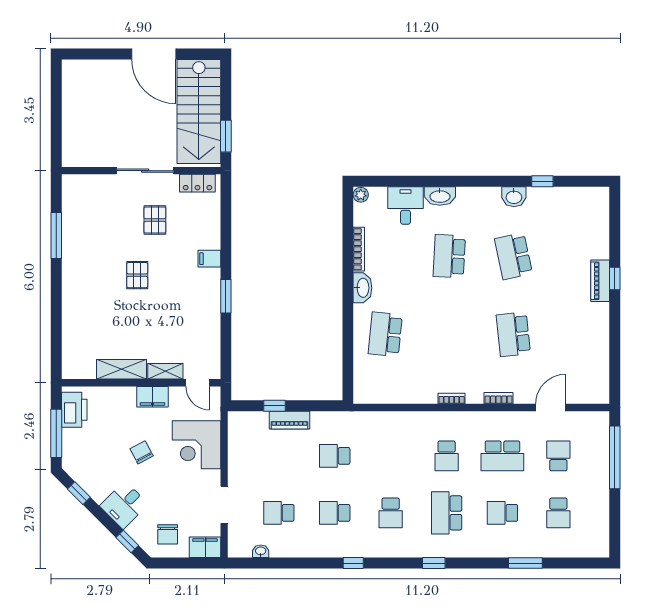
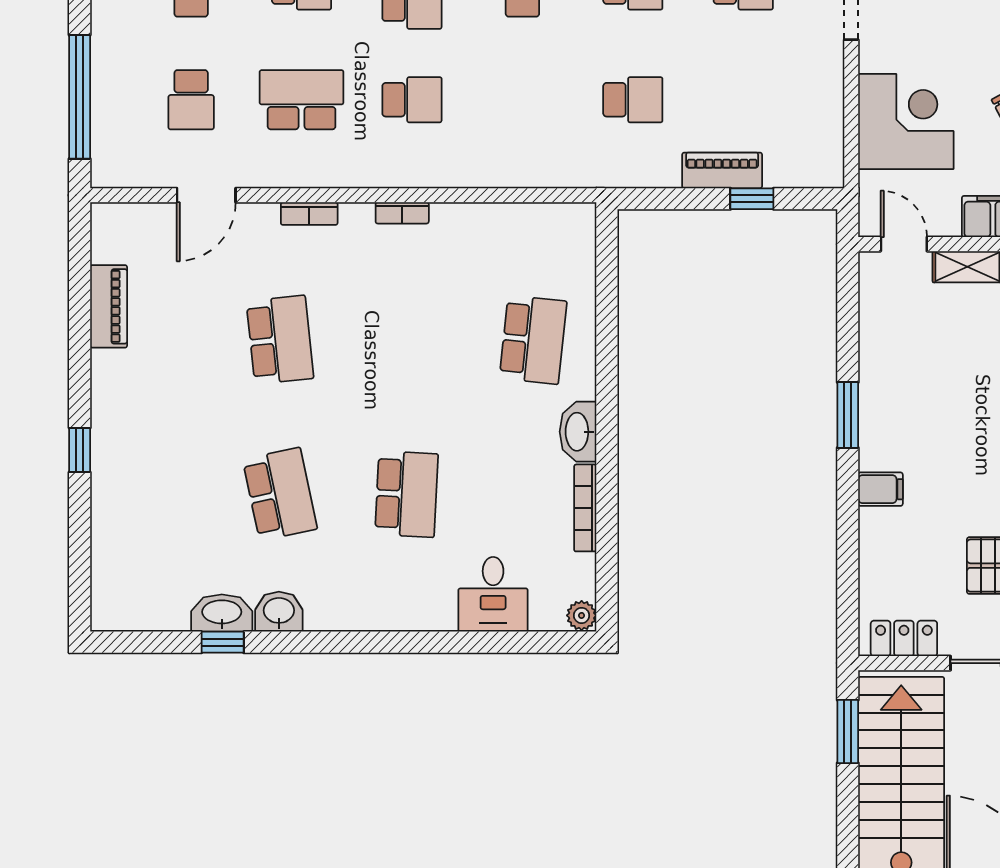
washbasin: (440, 196) -> (222, 613), moved
piano: (600, 281) -> (109, 306), moved
school desk: (447, 456) -> (412, 100), turned 90

